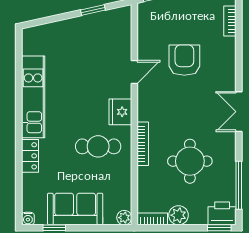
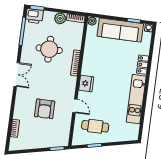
door: (134, 72) -> (75, 106), swing flipped
cafe table: (98, 146) -> (95, 126), moved
sofa: (75, 209) -> (120, 30), width x1.36

